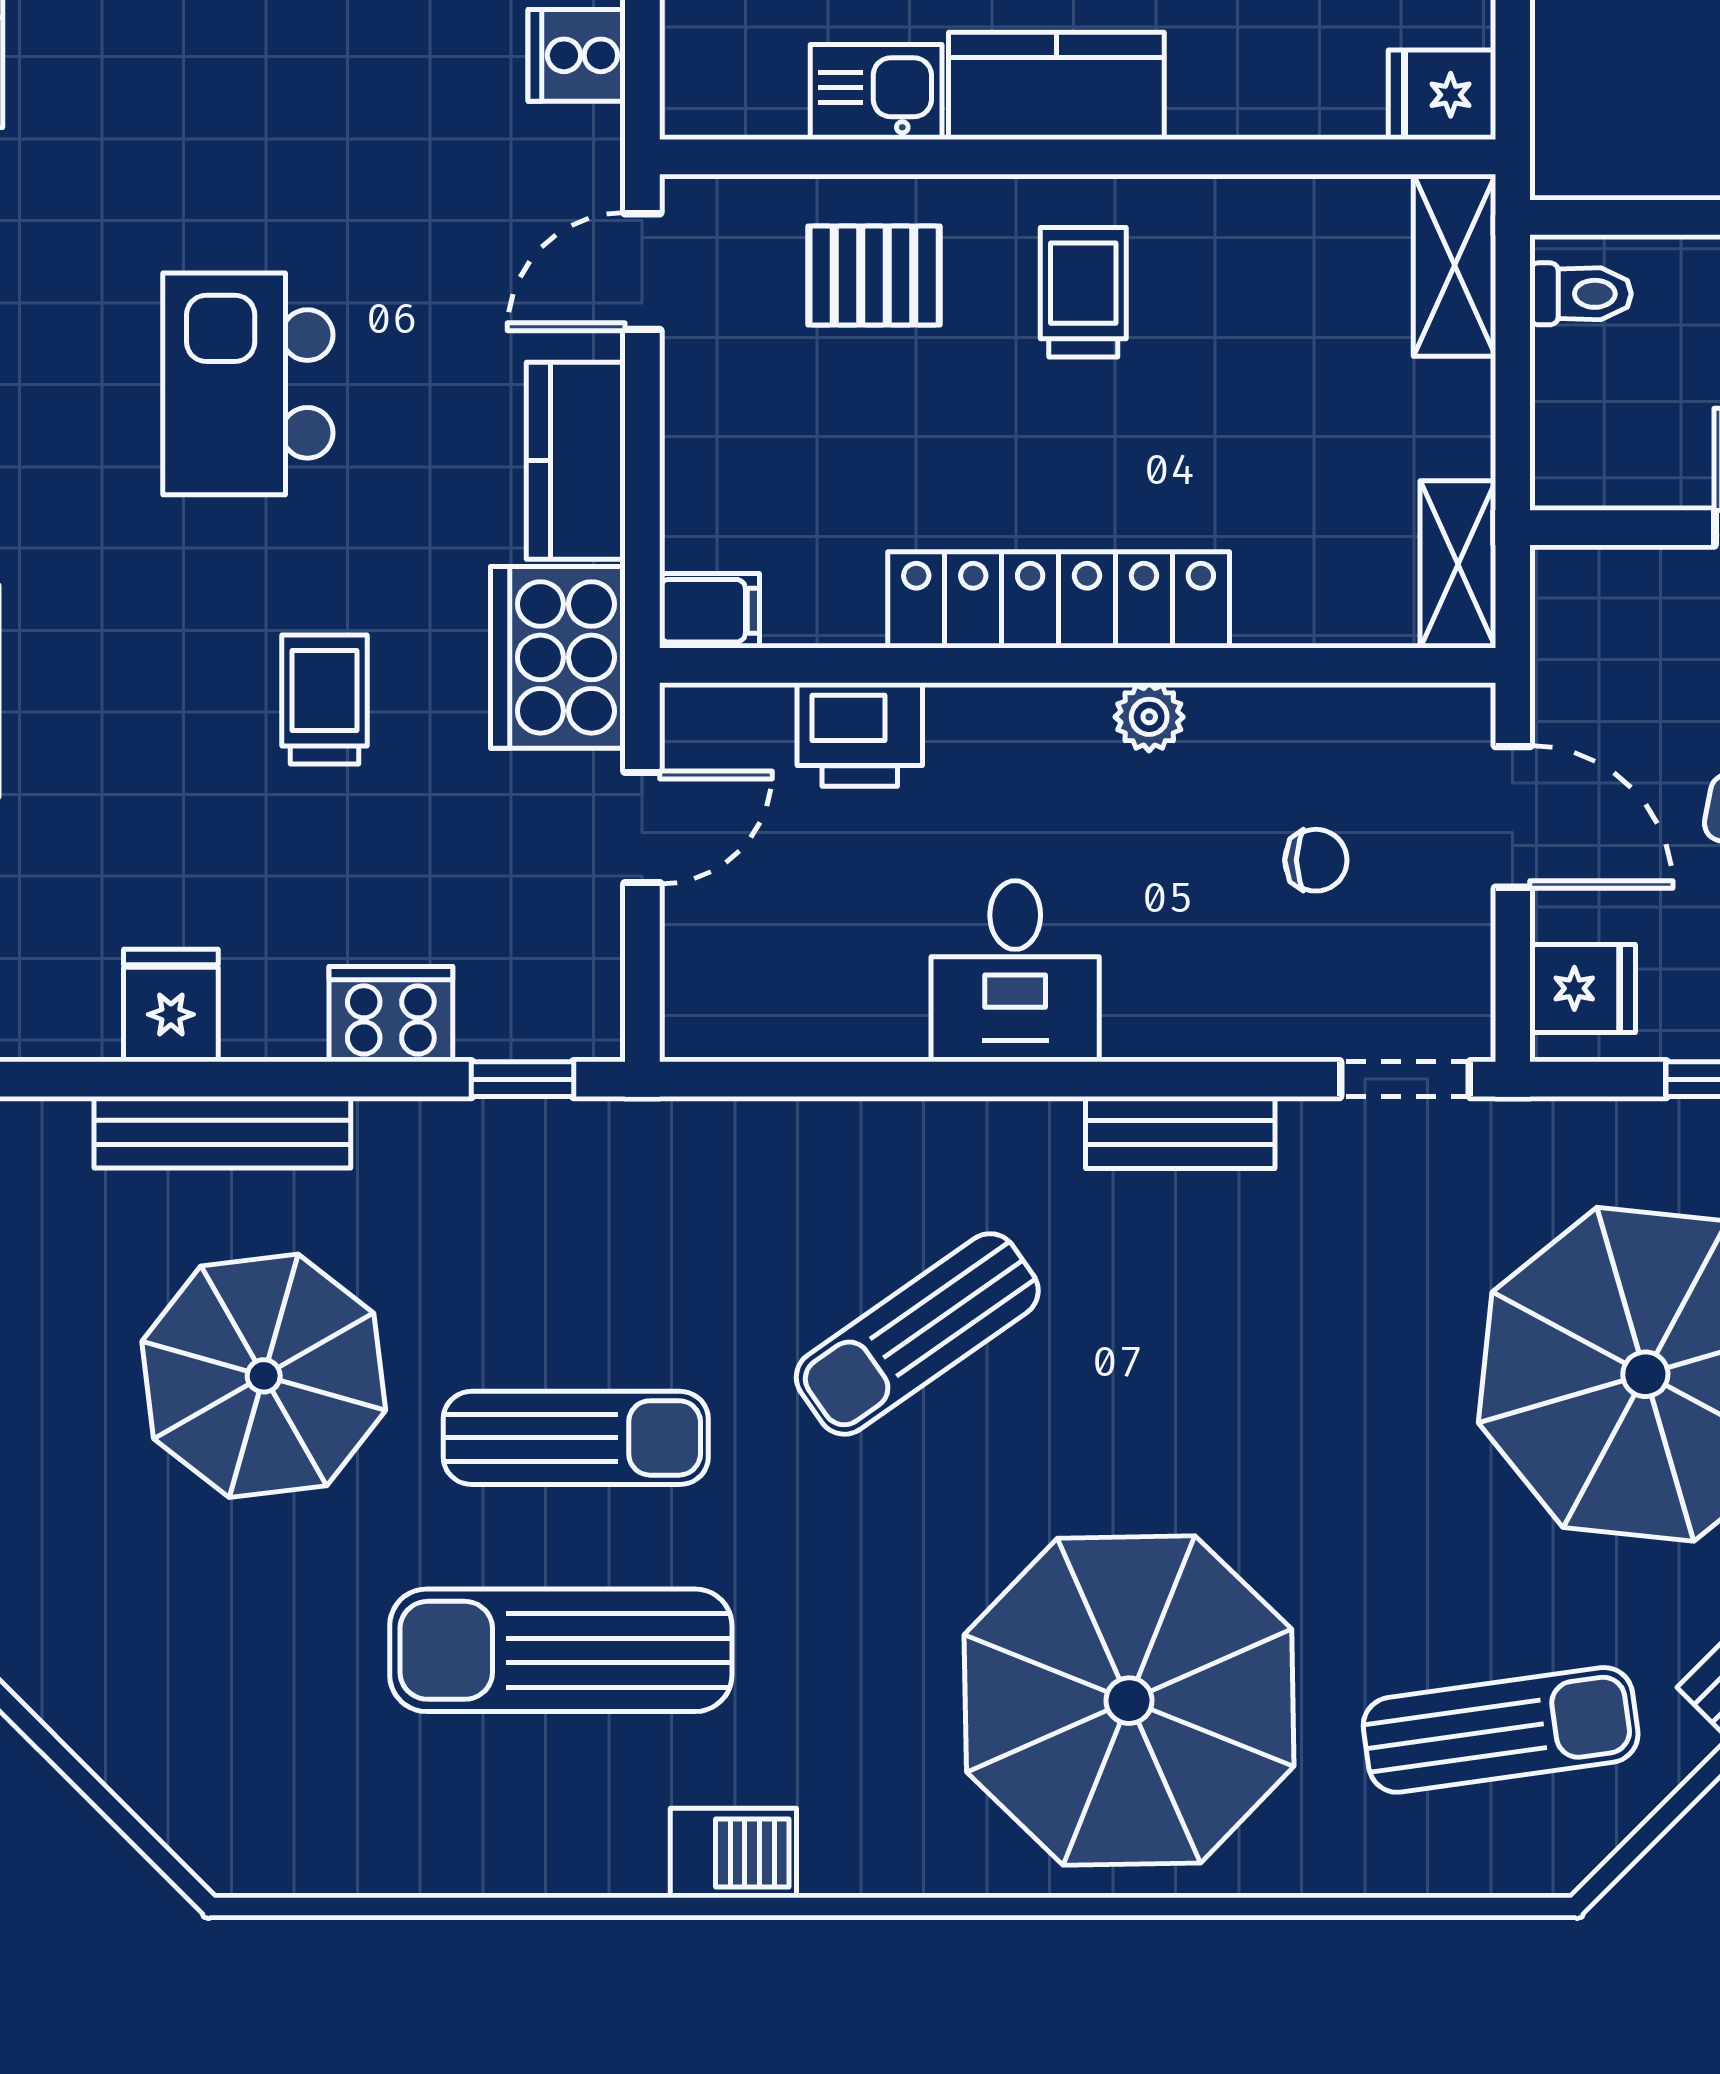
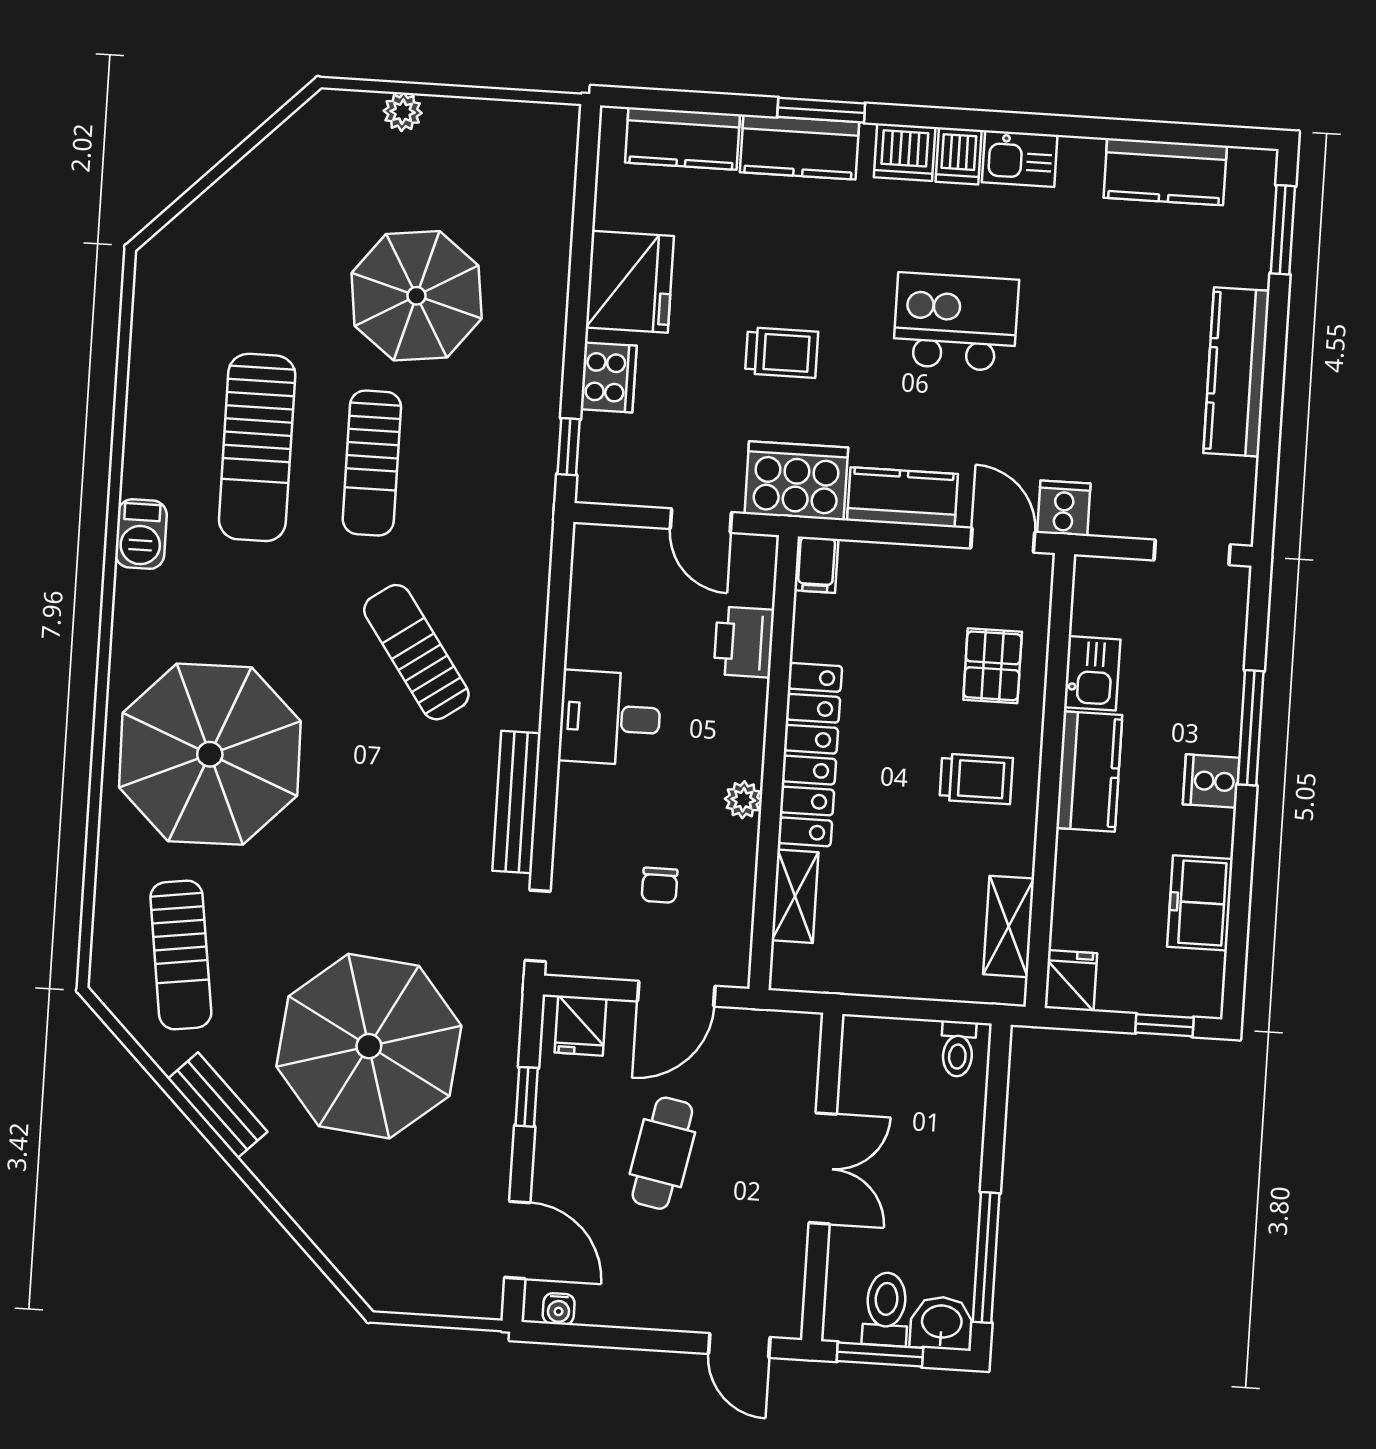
cooker: (577, 55) -> (1064, 508), moved
shelving: (1454, 265) -> (1009, 926), moved, turned 90
shelving: (1458, 564) -> (795, 896), moved, turned 90
fridge: (171, 1005) -> (630, 282), width x1.88, depth x1.34
bench: (222, 1132) -> (550, 282), removed
bench: (1180, 1132) -> (517, 802), width x1.36
sun lounger: (561, 1650) -> (257, 447), turned 180

